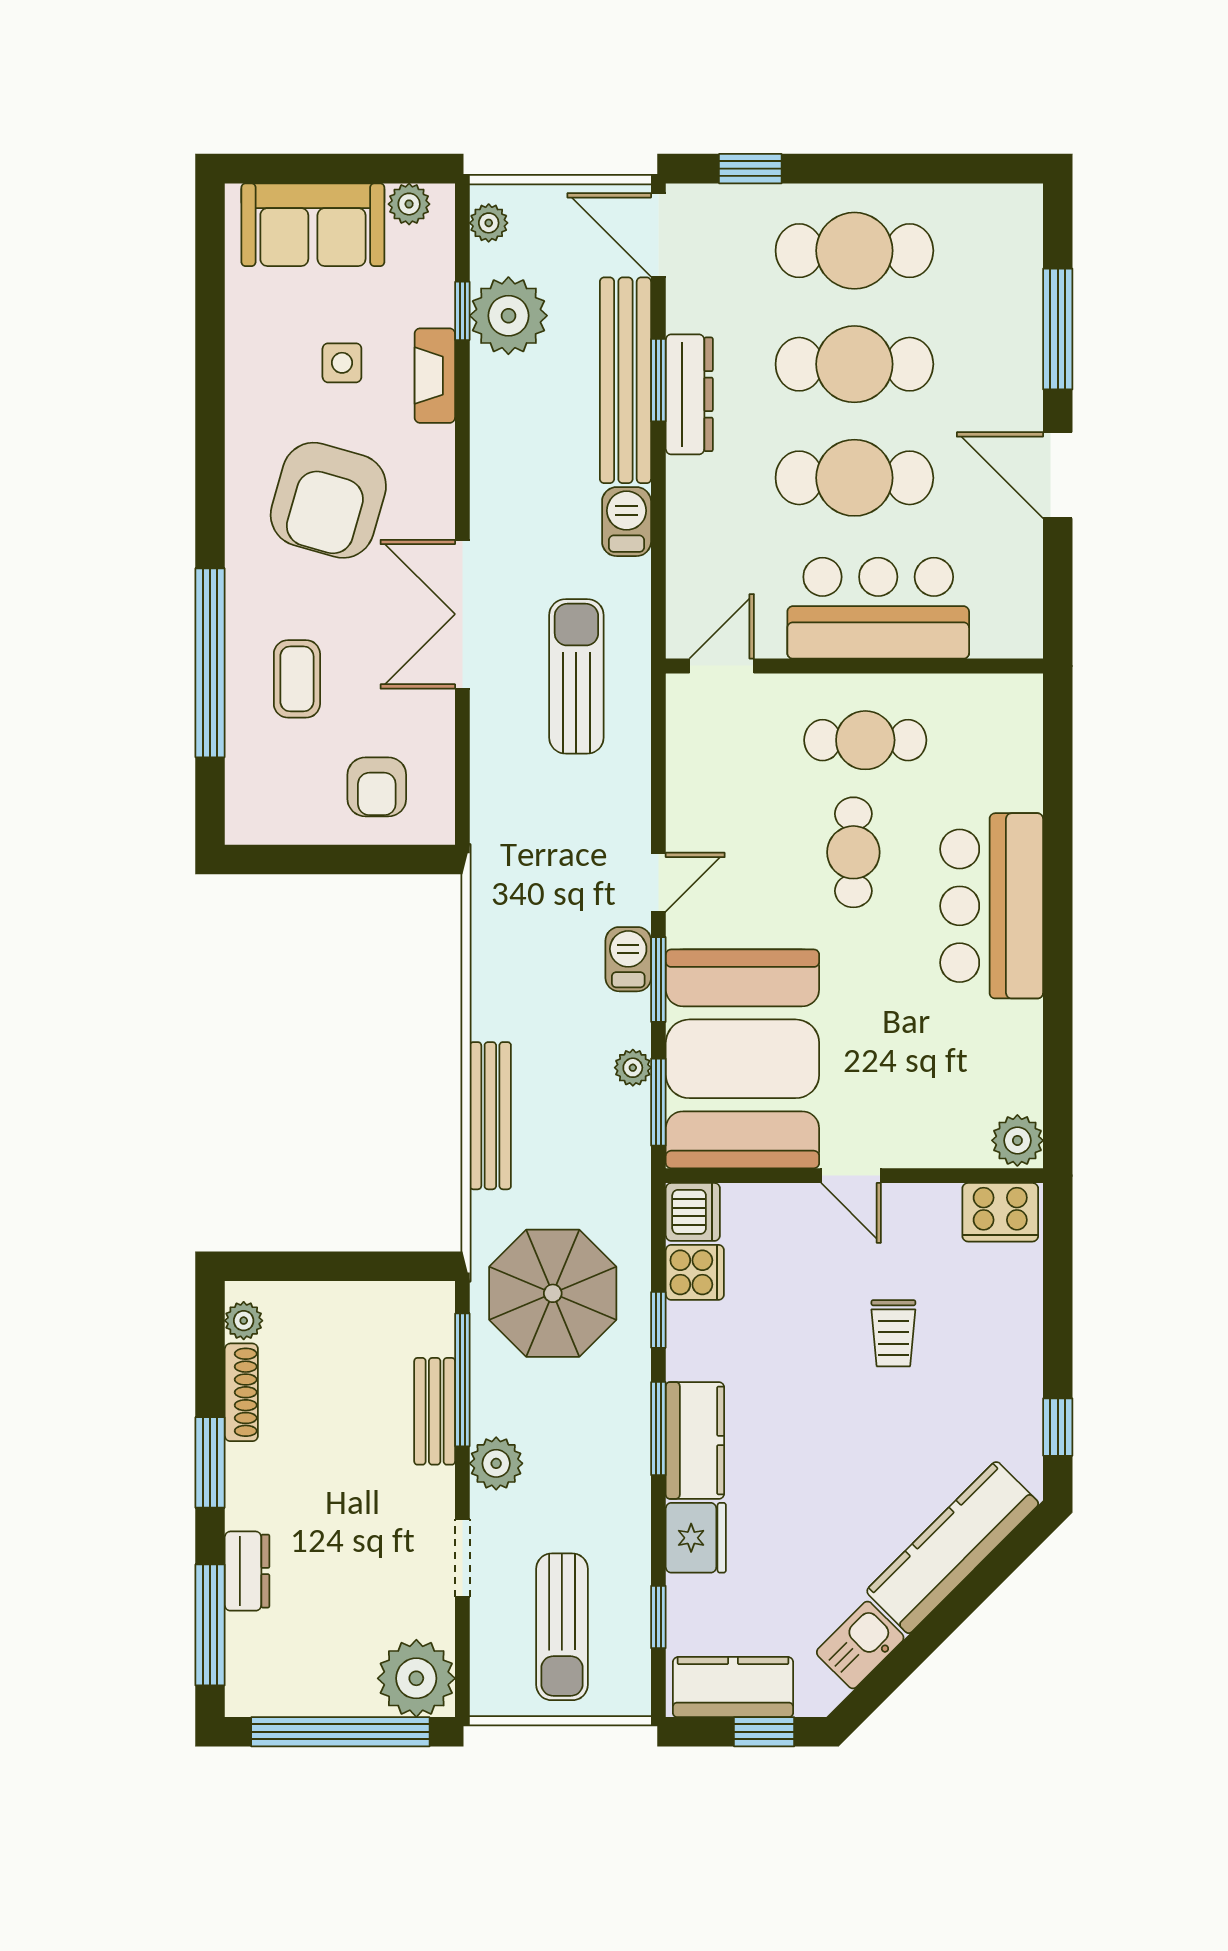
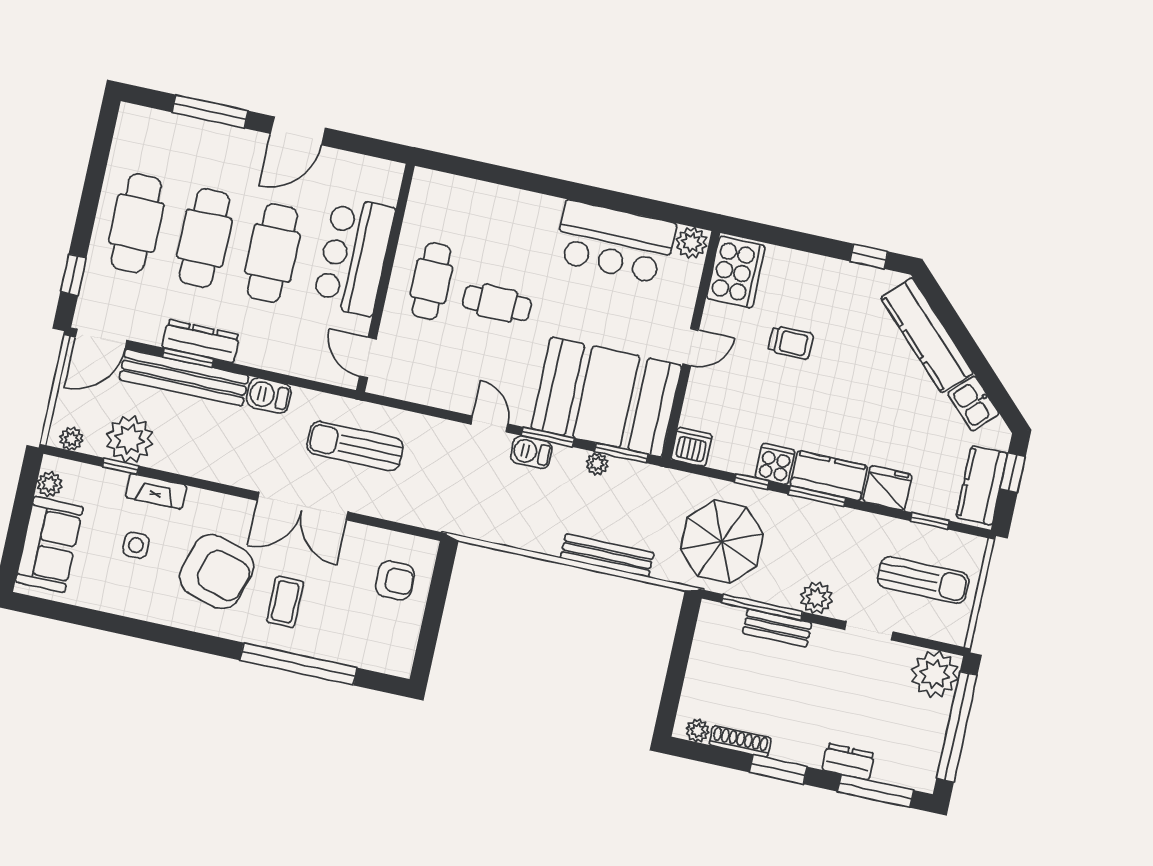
coffee table: (297, 679) -> (285, 602), moved, turned 90
bar counter: (992, 906) -> (615, 242), moved
cooker: (1000, 1212) -> (736, 272), width x1.37, depth x1.31
cooker: (695, 1272) -> (775, 464), moved

